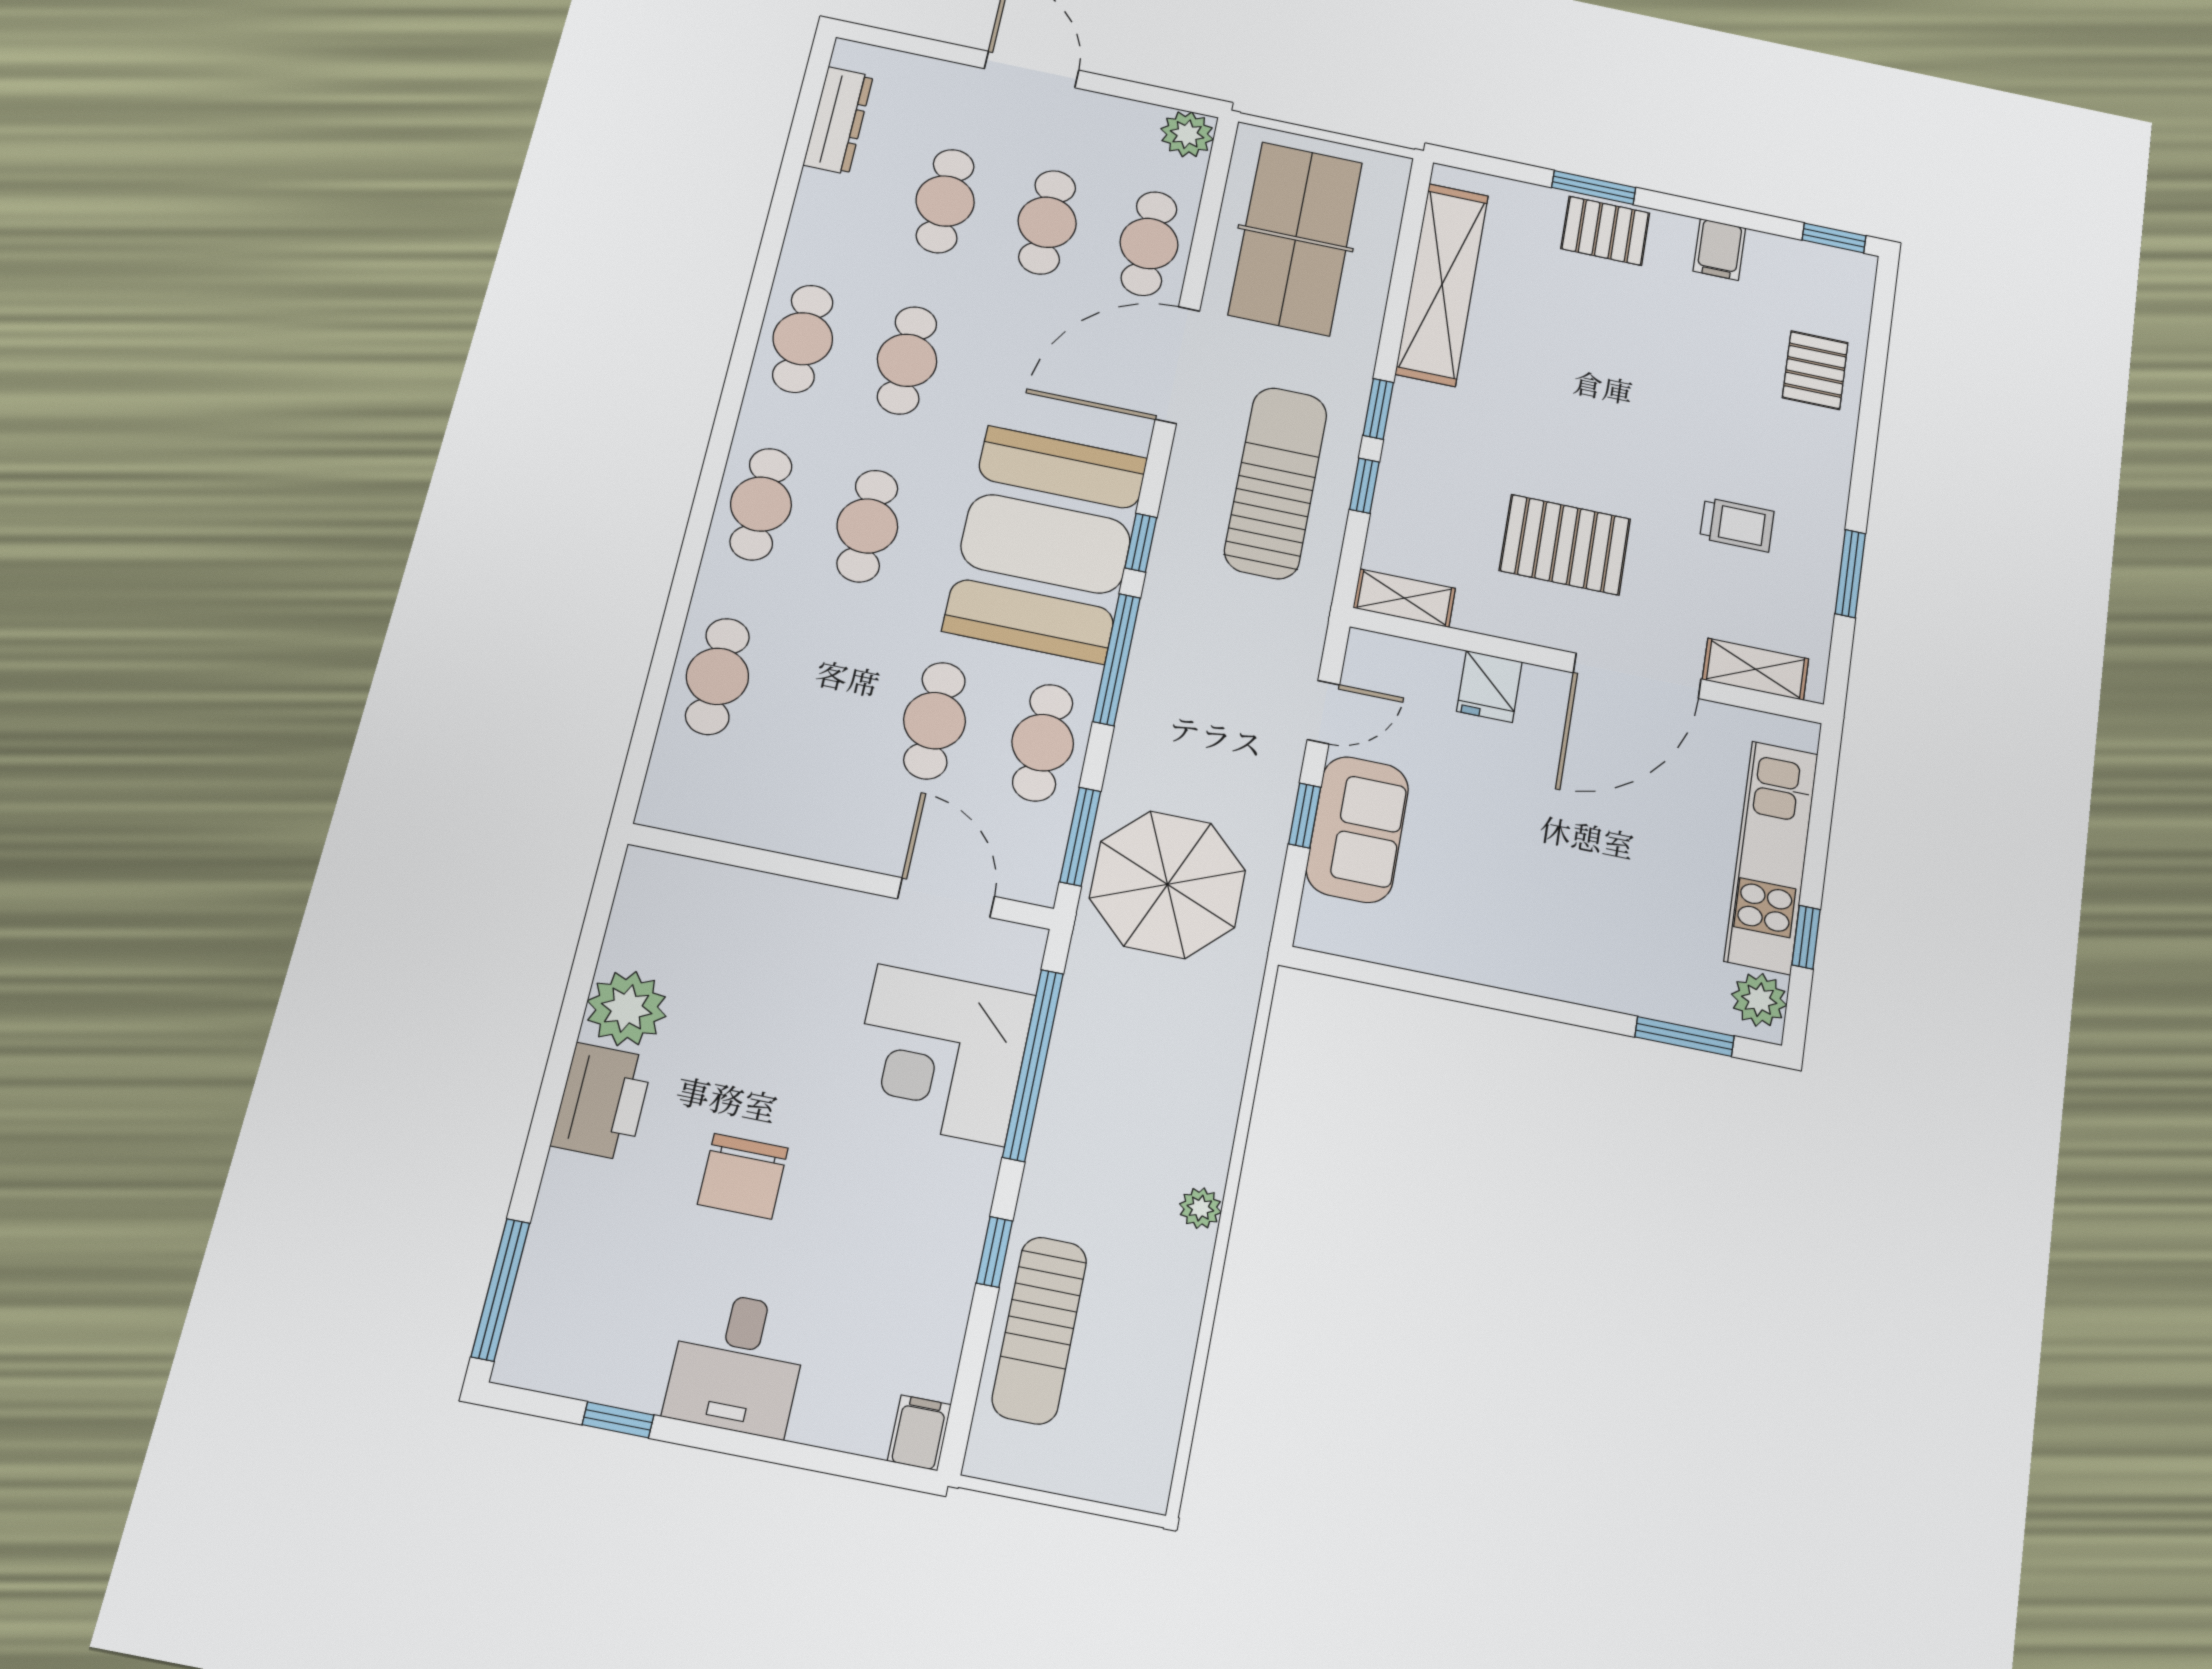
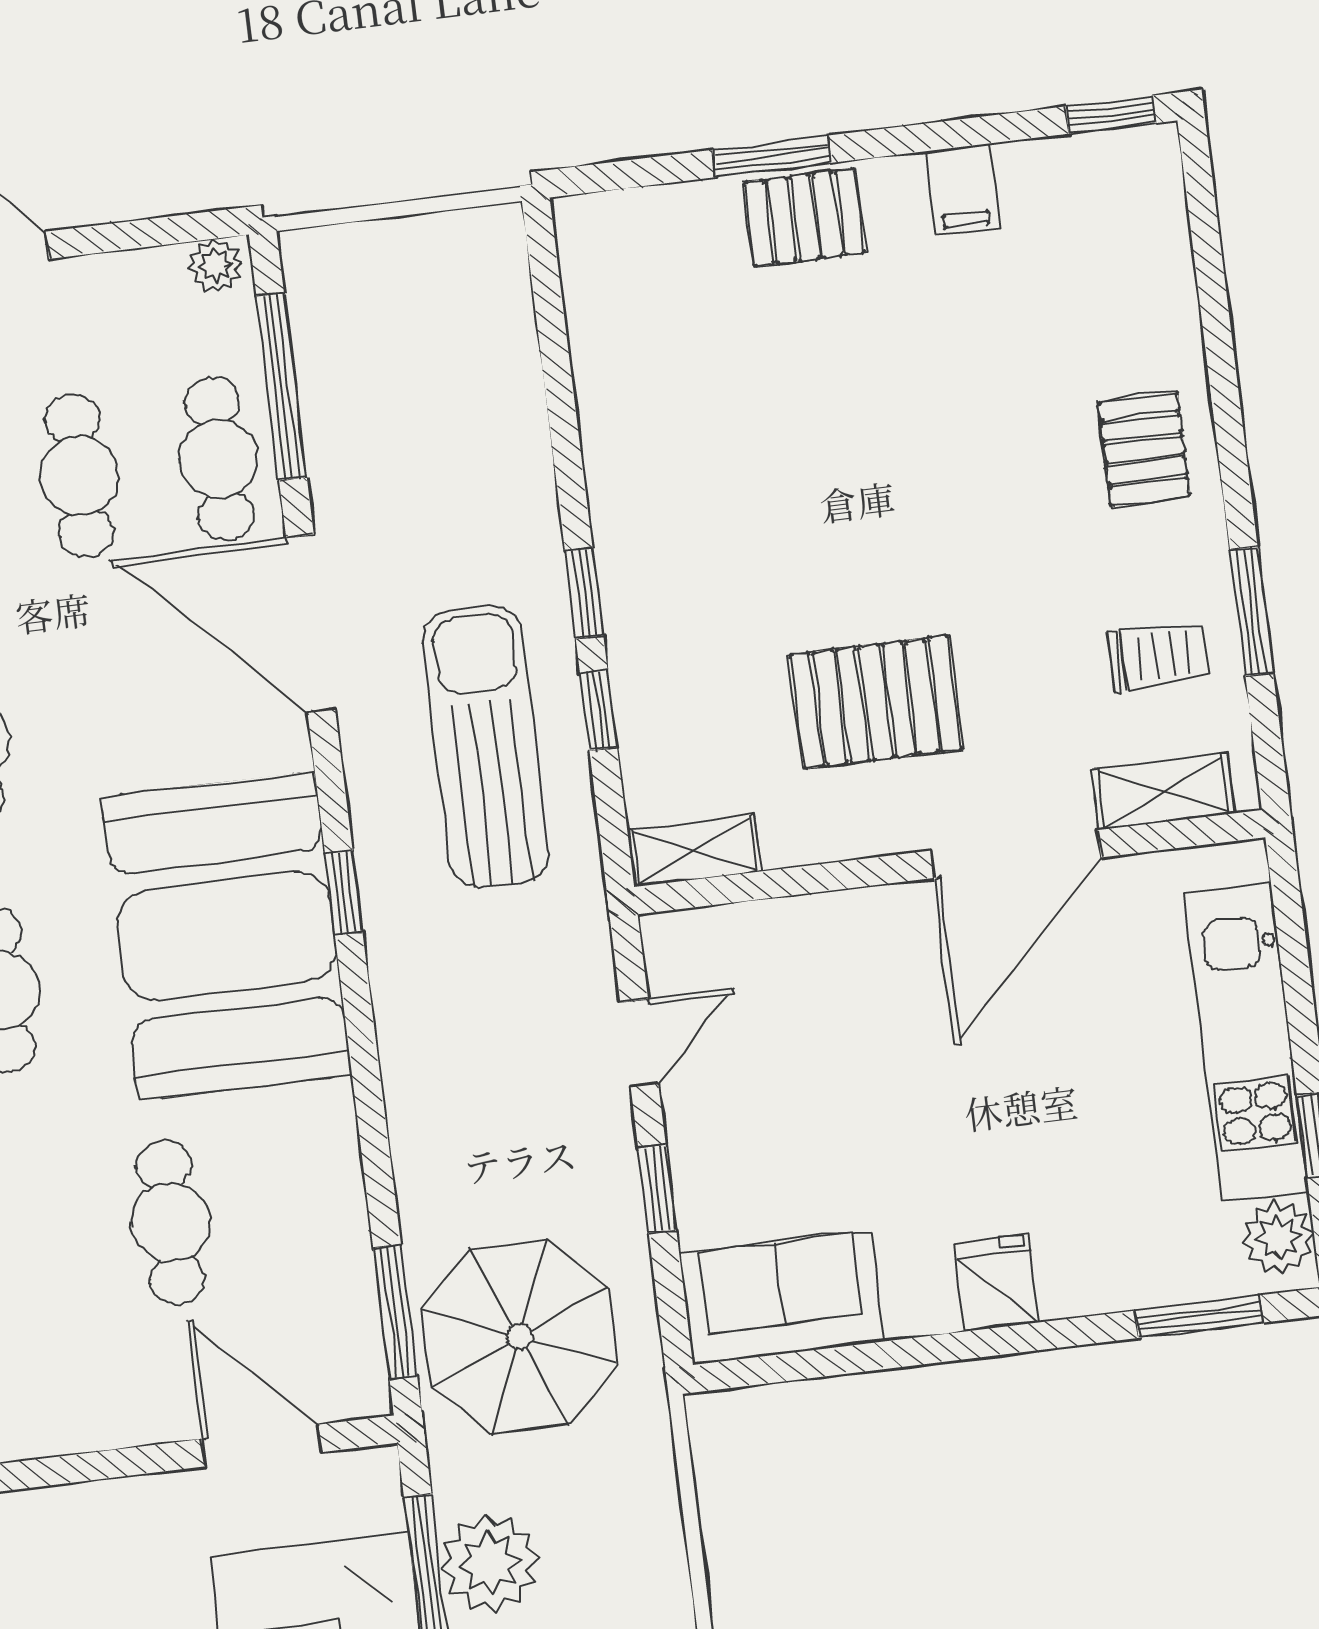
plant: (1187, 134) -> (215, 266), width x0.73, depth x0.73
table tennis table: (1296, 238) -> (404, 380), removed
shelving: (1442, 284) -> (614, 379), removed
door: (1177, 365) -> (311, 623), hinge flipped
pallet: (1815, 370) -> (1144, 449), moved
trolley: (1737, 525) -> (1157, 657), moved
window: (1117, 659) -> (282, 387), moved
fridge: (1489, 686) -> (996, 1283), moved, turned 180
cafe table: (1043, 743) -> (310, 1205), removed
sofa: (1357, 829) -> (782, 1298), moved, turned -90
plant: (1091, 1039) -> (490, 1563), added

